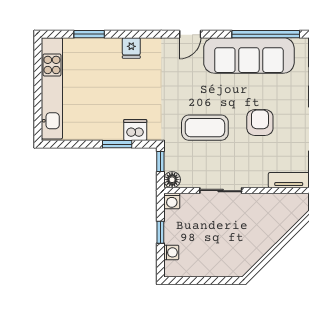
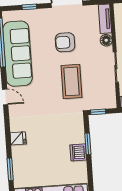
dishwasher: (135, 130) -> (78, 152), moved
floor lamp: (172, 180) -> (106, 40), moved

